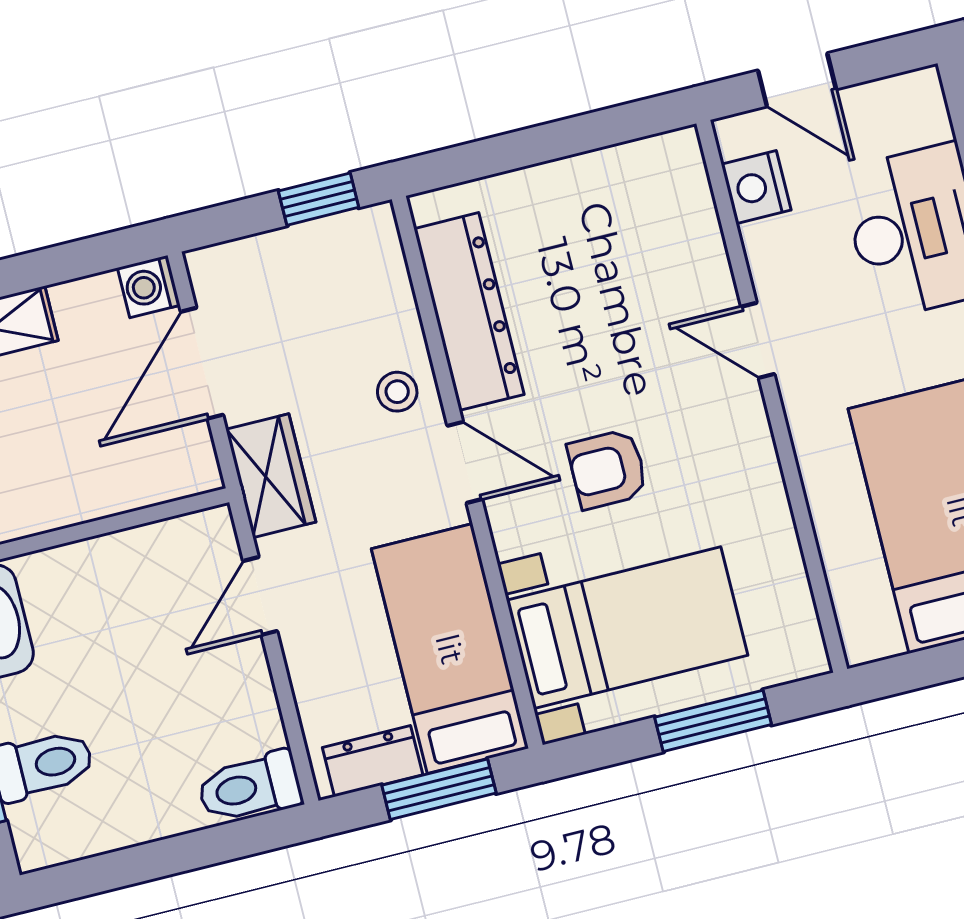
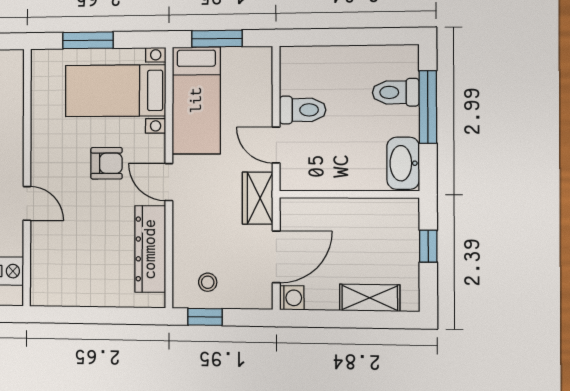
stool: (397, 392) -> (208, 282), moved
door: (260, 596) -> (276, 145), swing flipped
dresser: (373, 761) -> (244, 58), removed
toilet: (250, 787) -> (303, 110), moved

